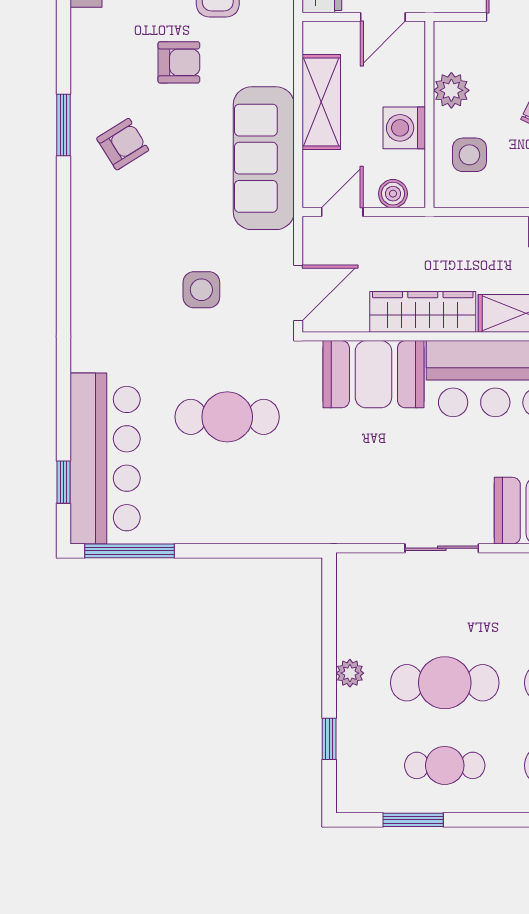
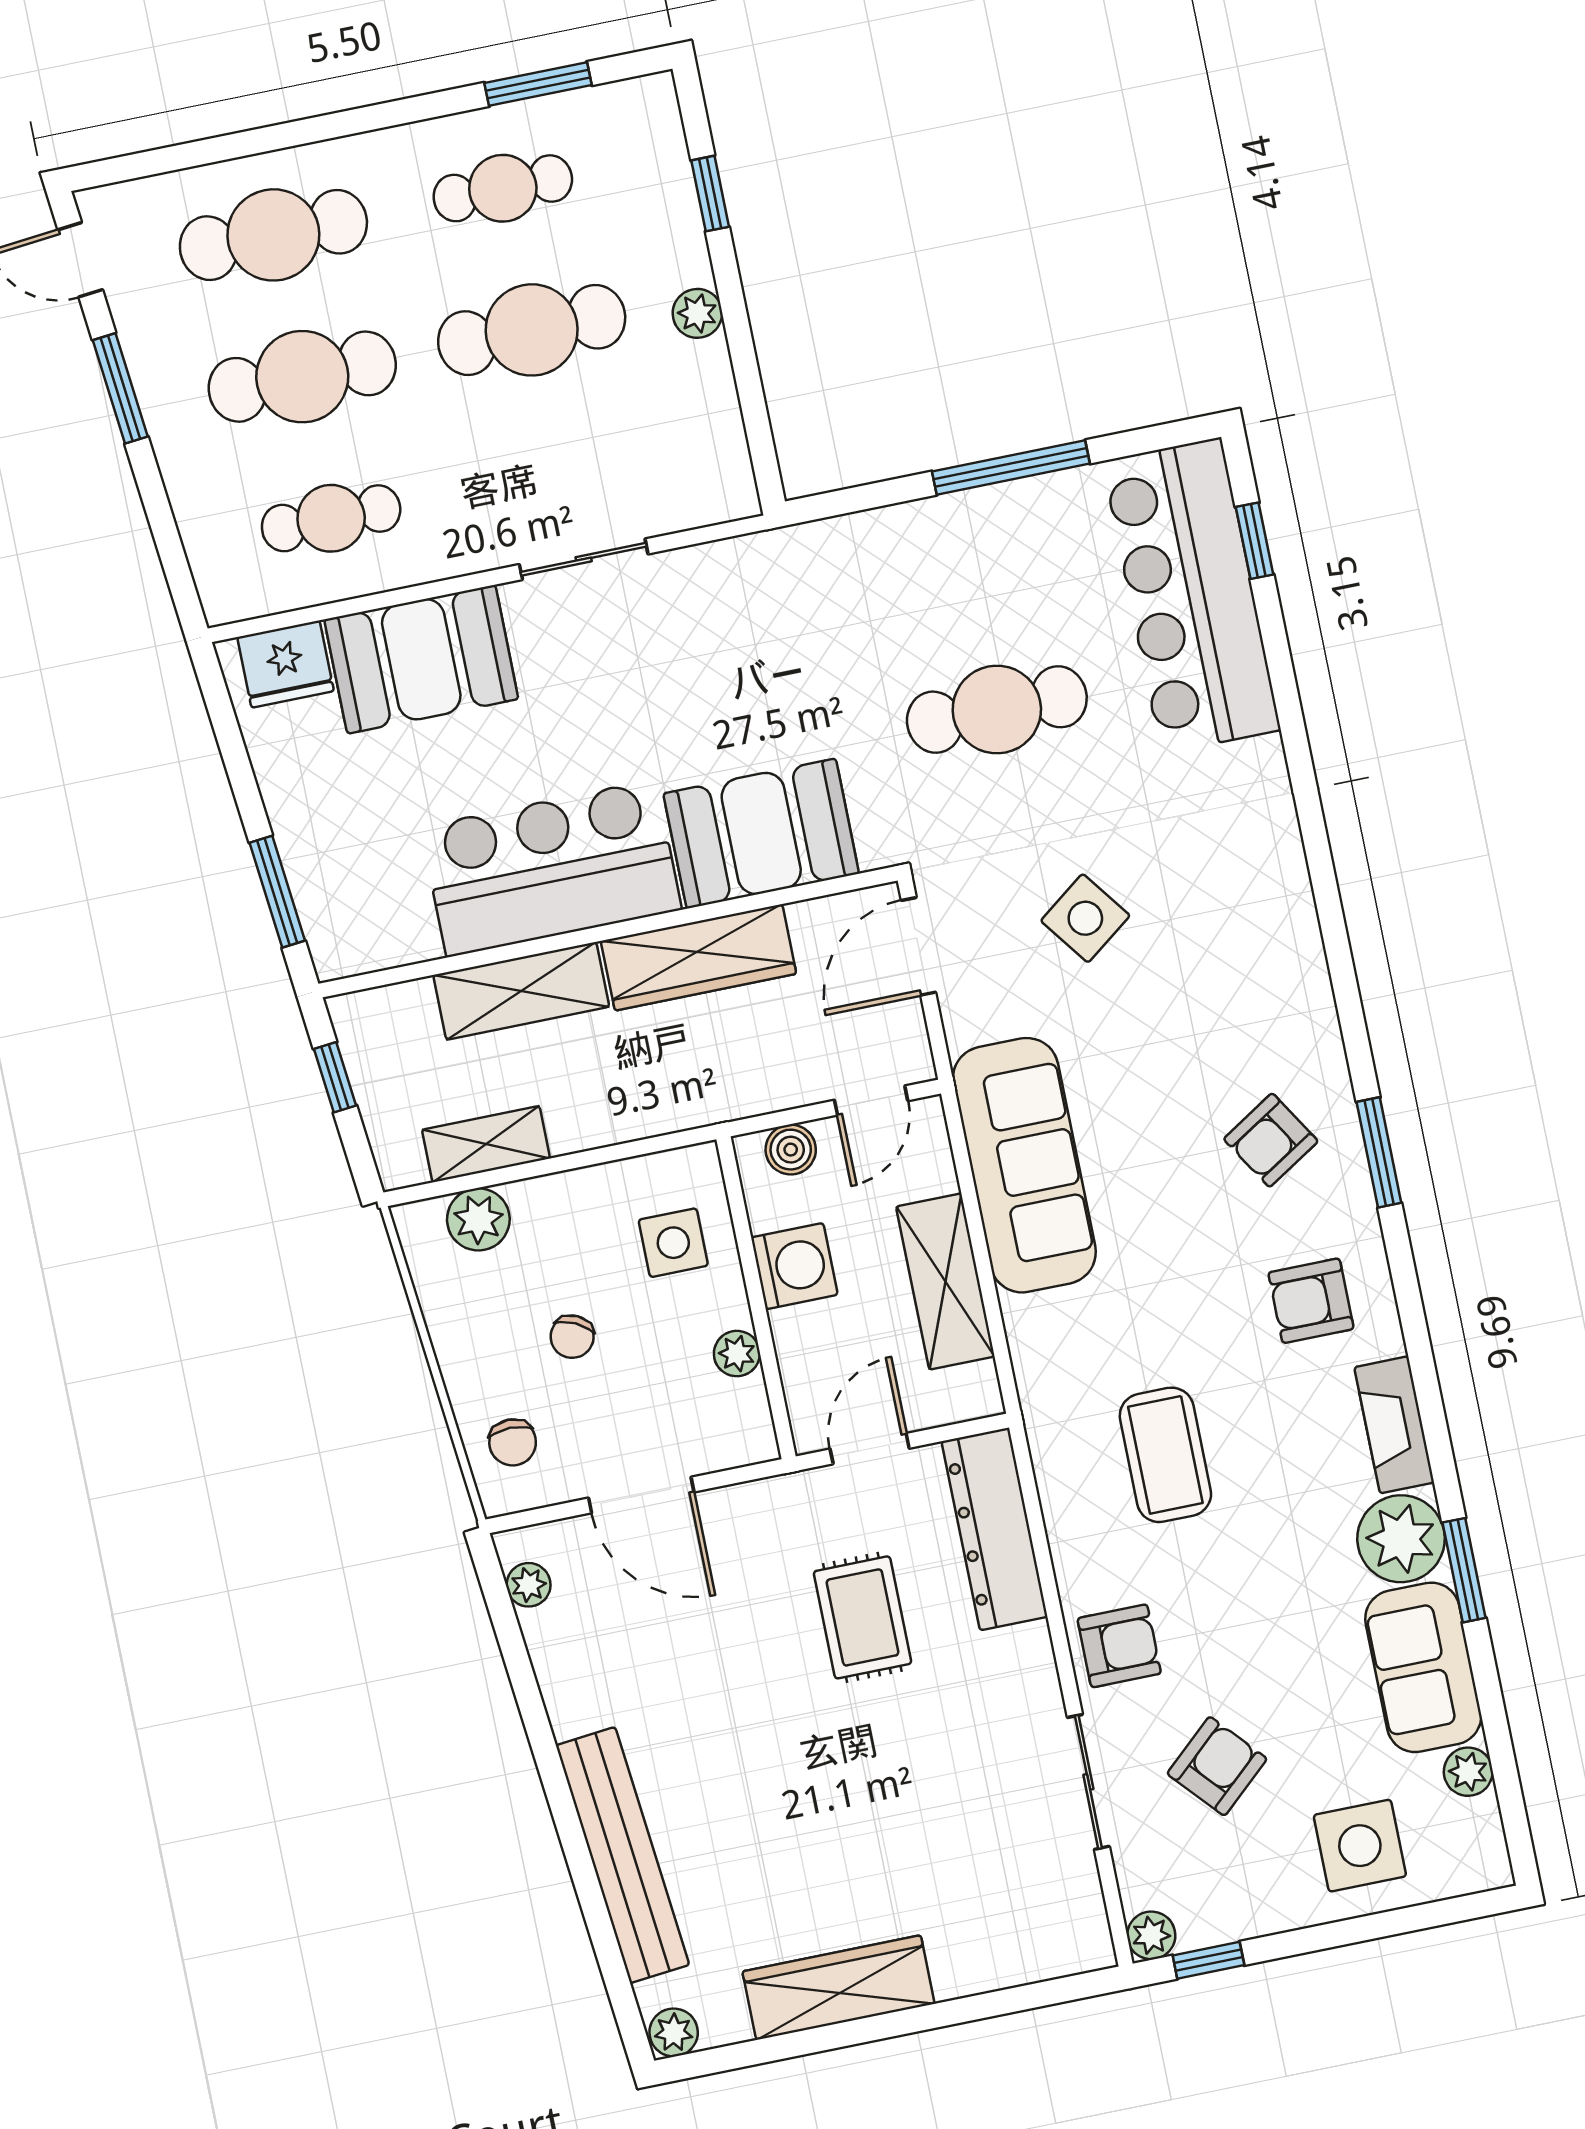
armchair: (179, 62) -> (1311, 1301), moved
plant: (451, 90) -> (737, 1354), width x0.73, depth x0.73
side table: (201, 290) -> (1085, 918), turned -37
window: (129, 551) -> (1011, 468), moved

